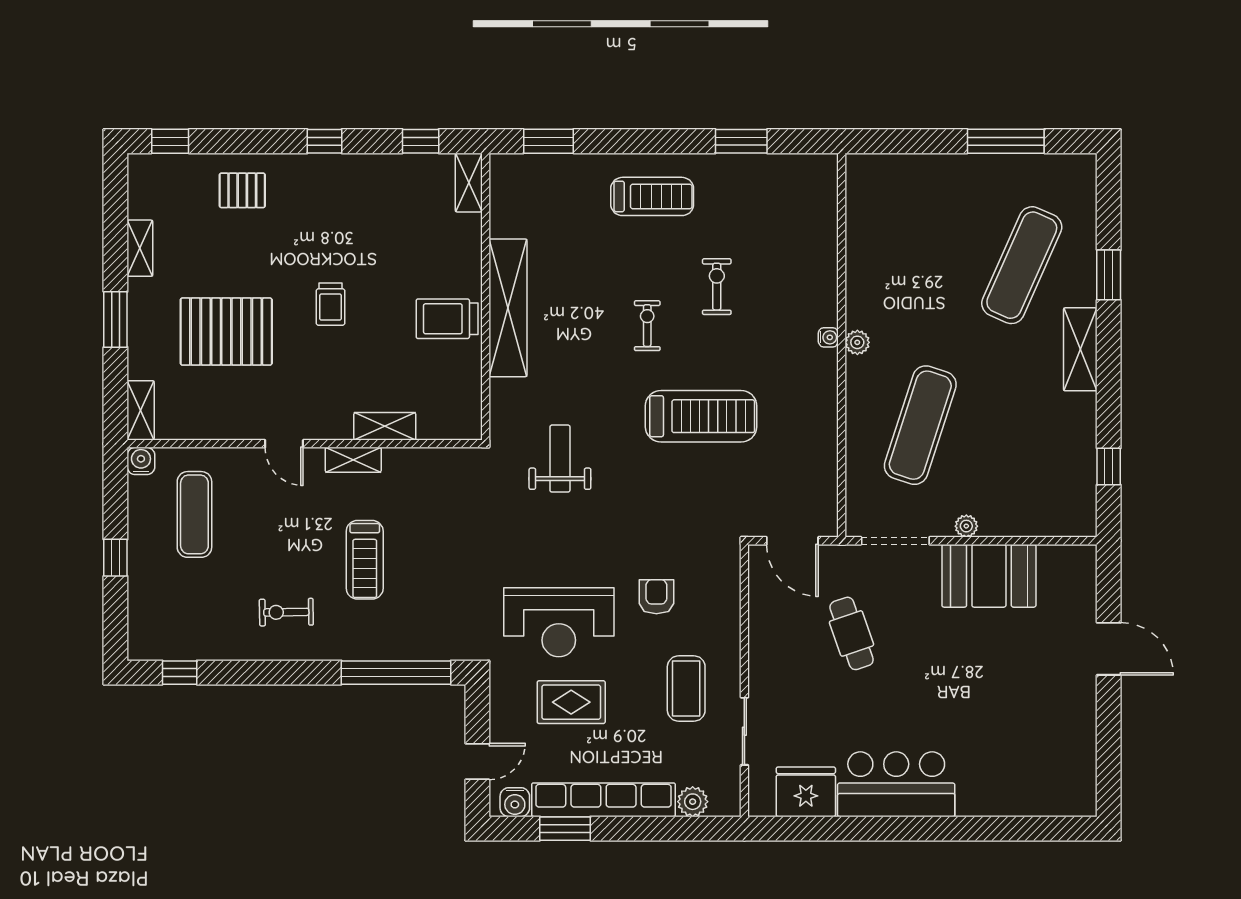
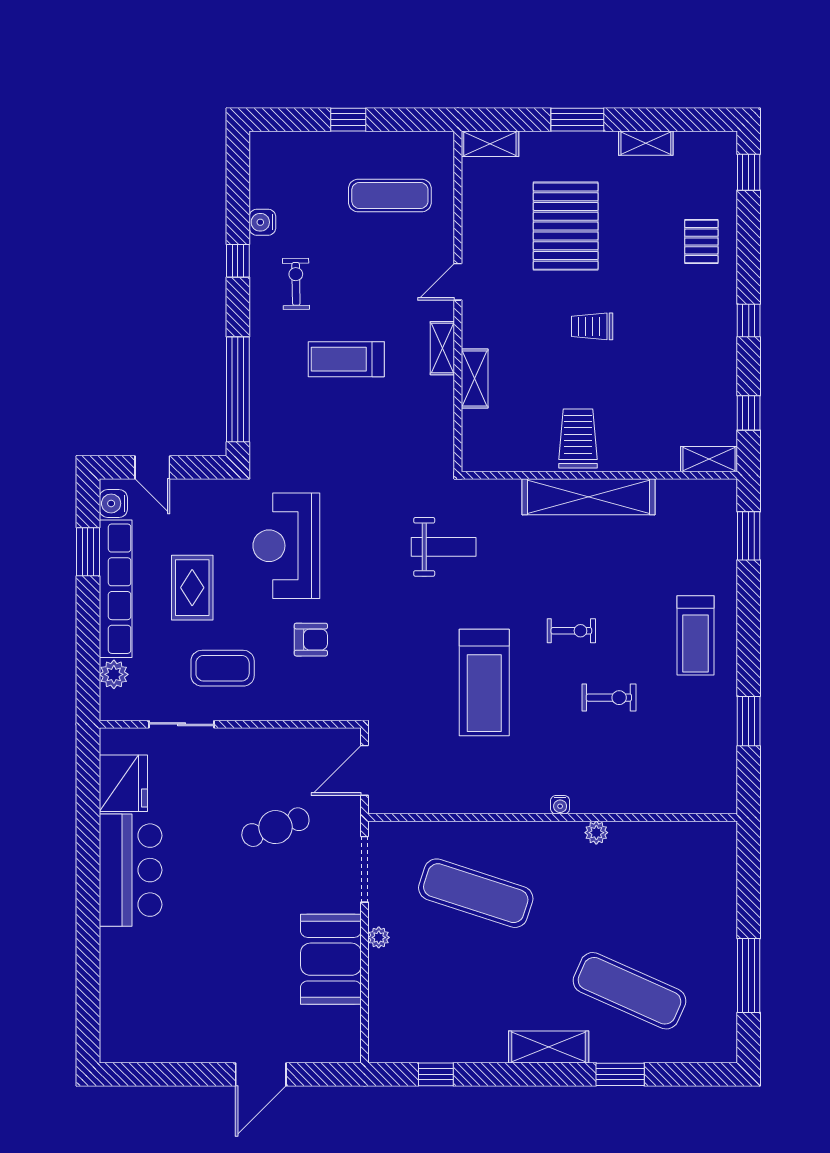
plant: (857, 342) -> (596, 833), moved
water cooler: (141, 461) -> (262, 222), moved, turned 180
window: (180, 673) -> (238, 261), moved
rug: (571, 702) -> (192, 588), moved

